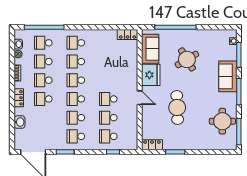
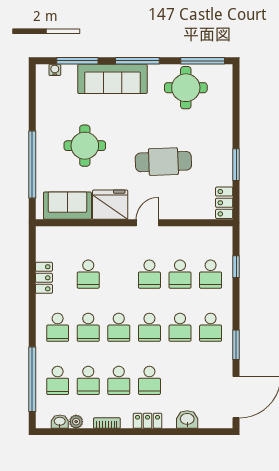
locker: (128, 34) -> (44, 278), moved
round table: (187, 59) -> (85, 146), turned 31
school desk: (108, 62) -> (88, 274), added
sofa: (228, 76) -> (112, 79), width x1.36

